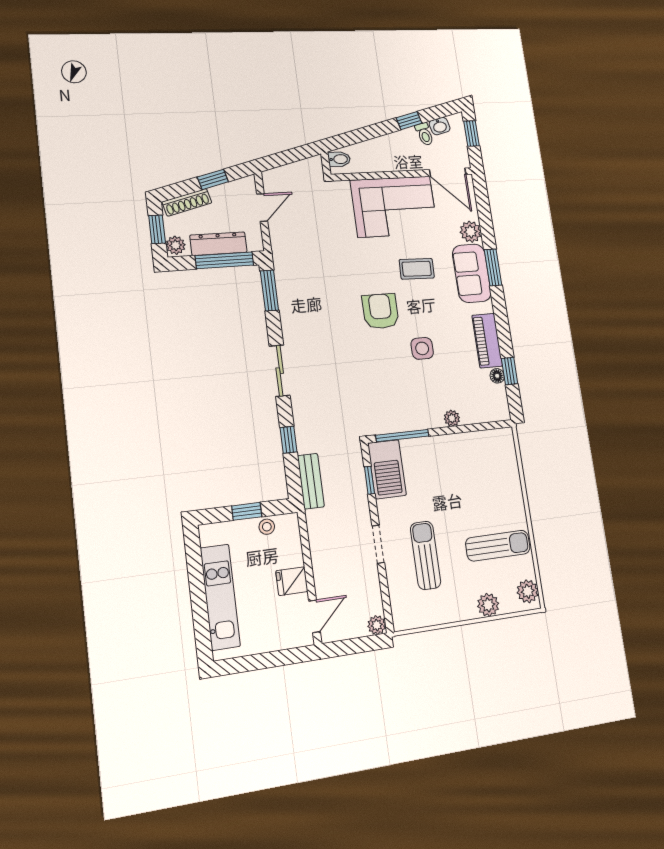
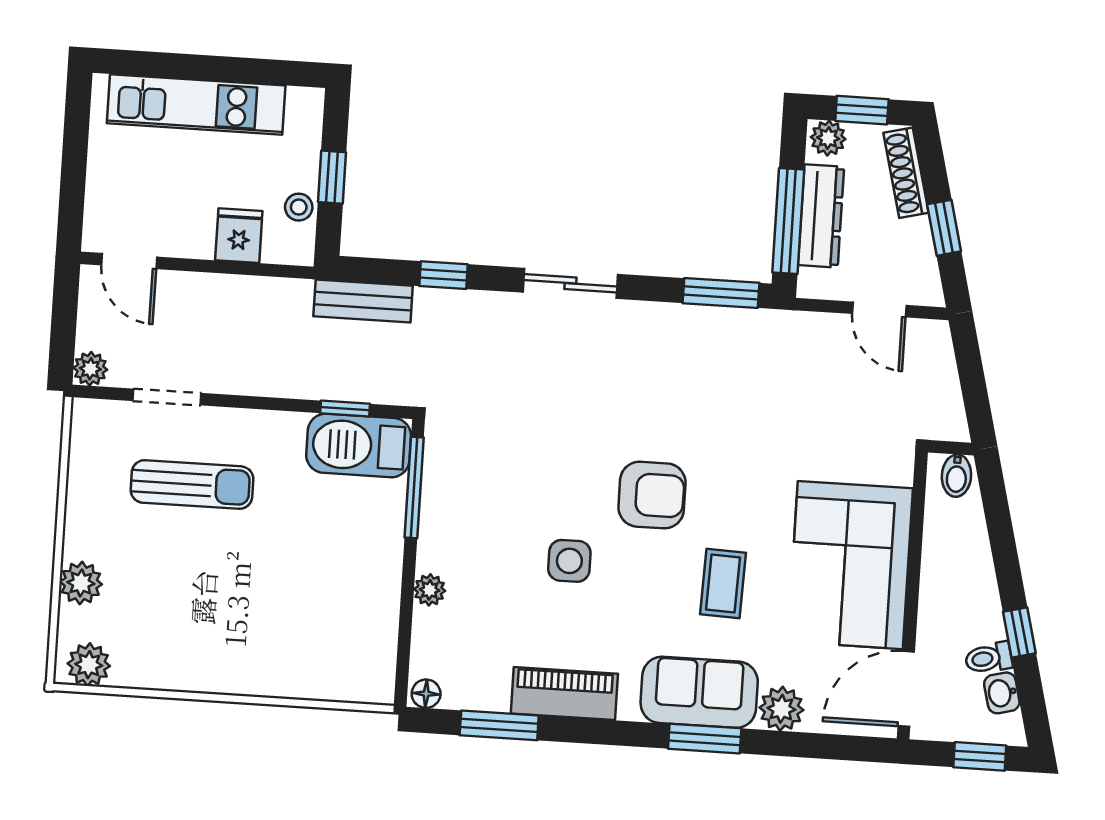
window: (510, 371) -> (499, 725), width x1.50
floor lamp: (497, 376) -> (426, 694), moved
doorway: (378, 544) -> (167, 397), moved
sun lounger: (498, 546) -> (182, 626), removed
fridge: (292, 581) -> (239, 236), moved

